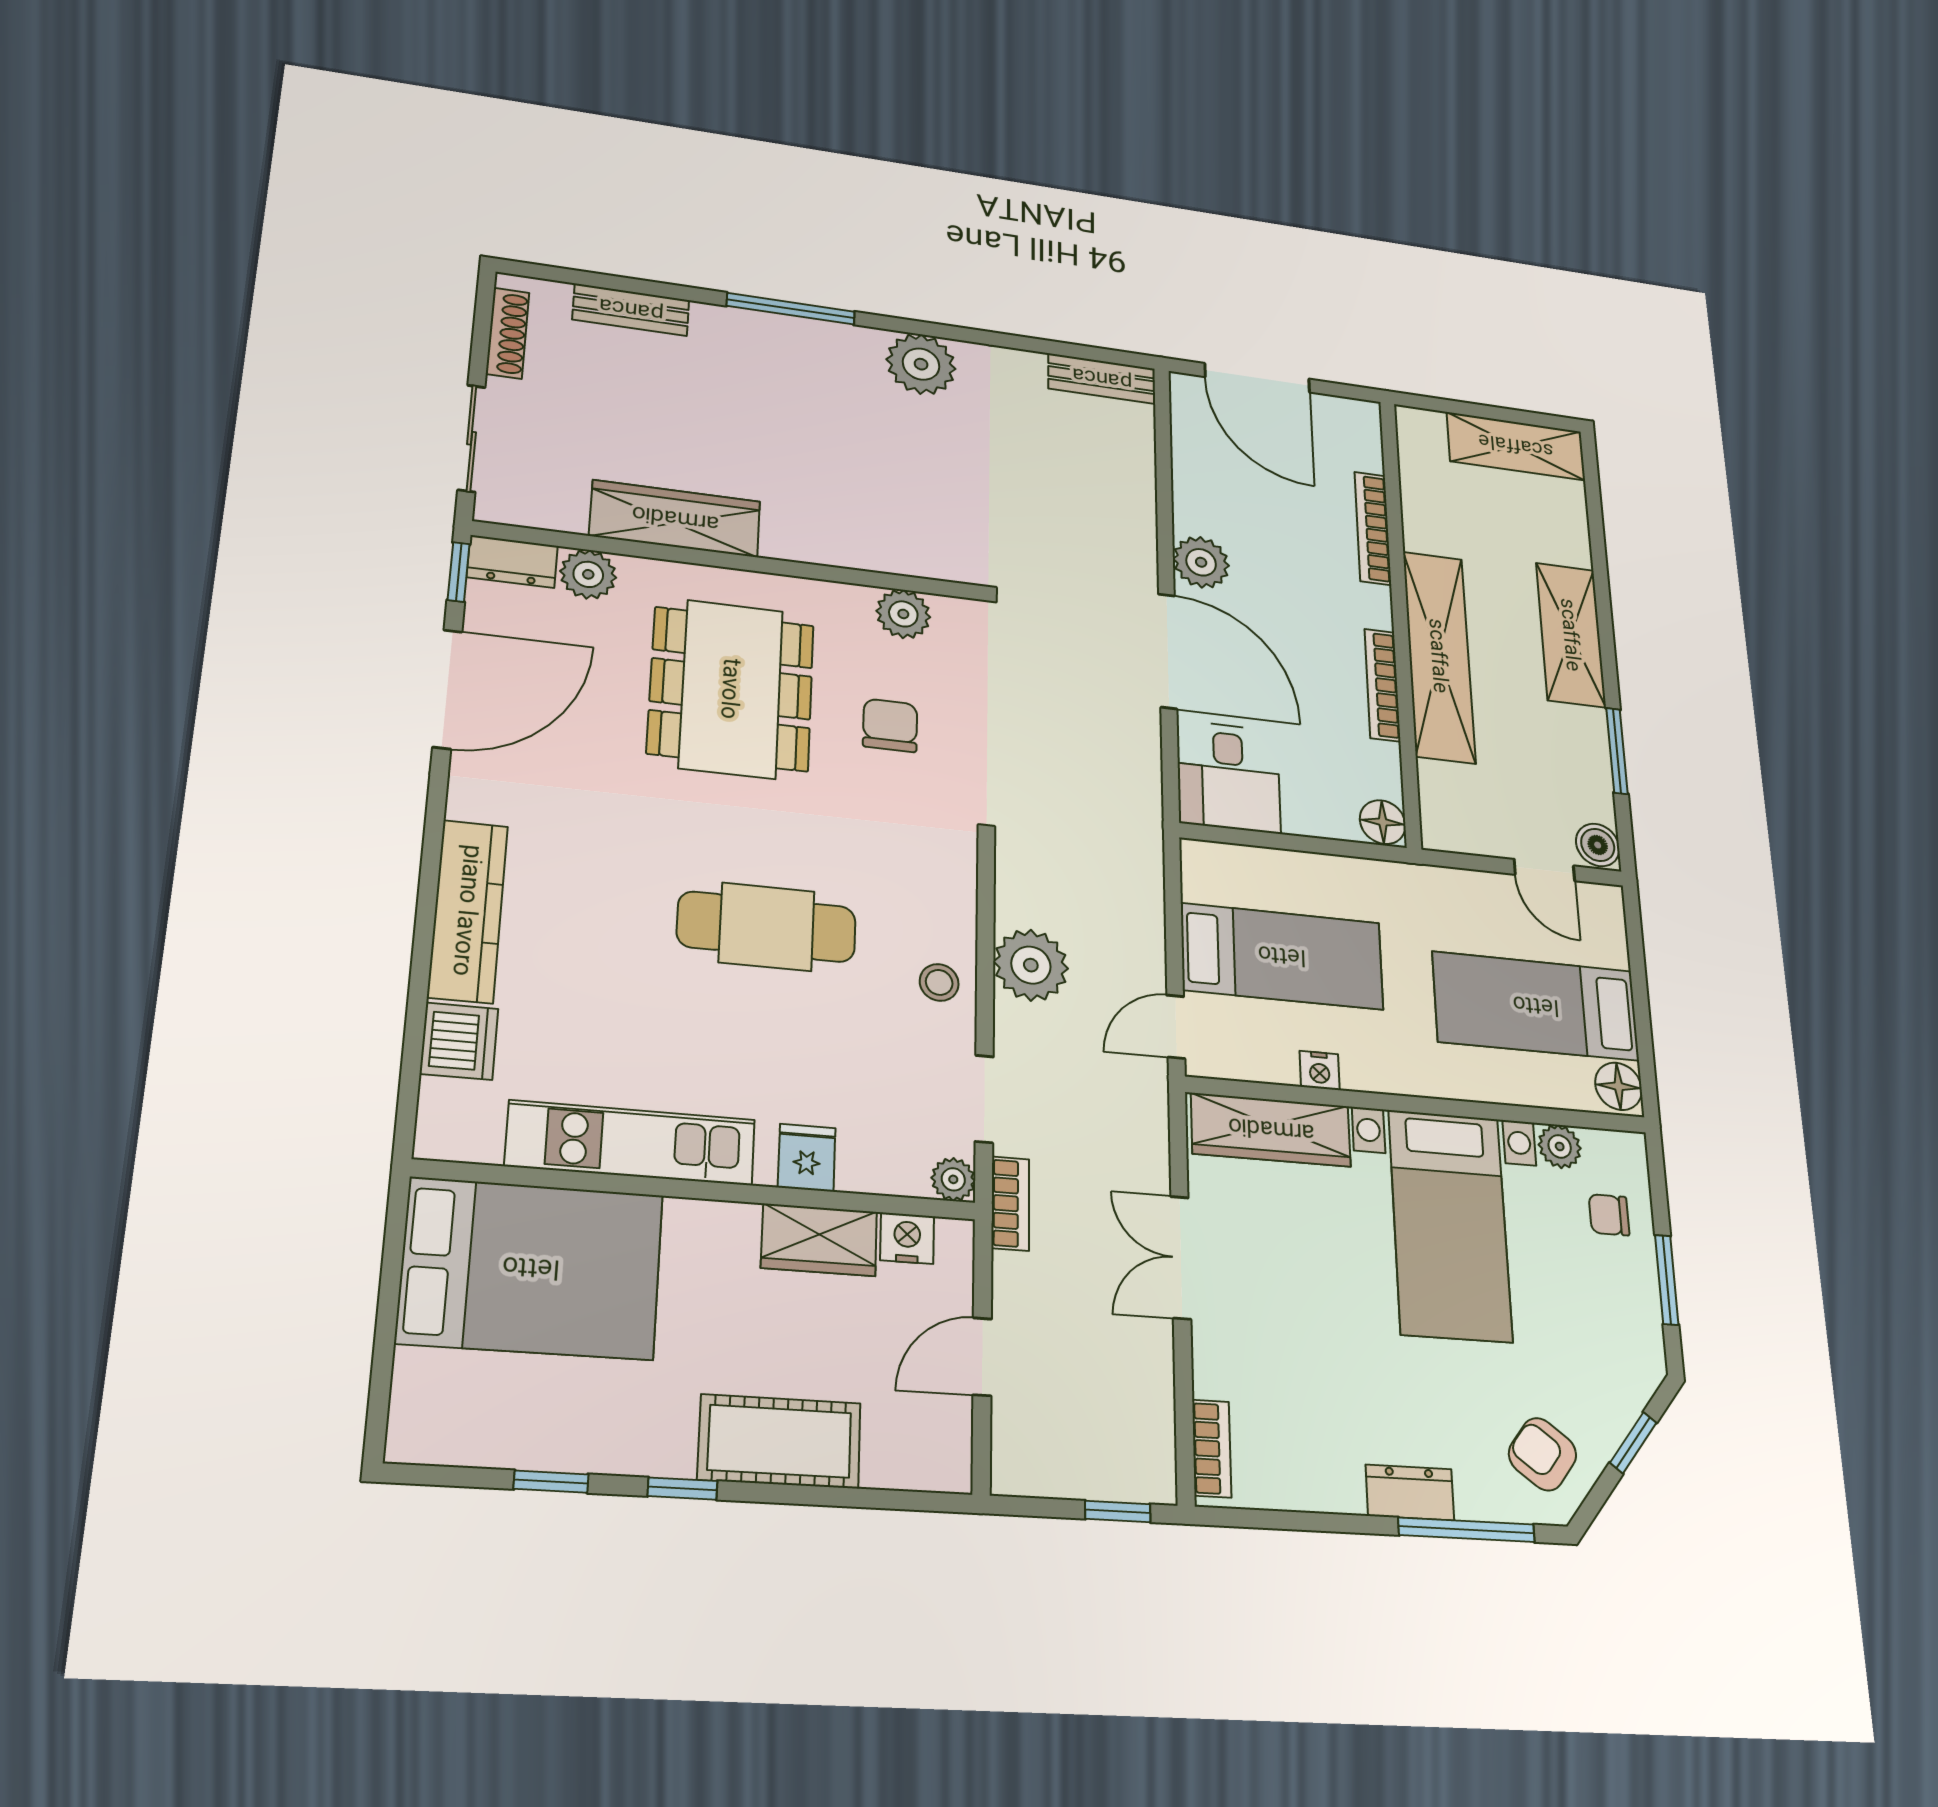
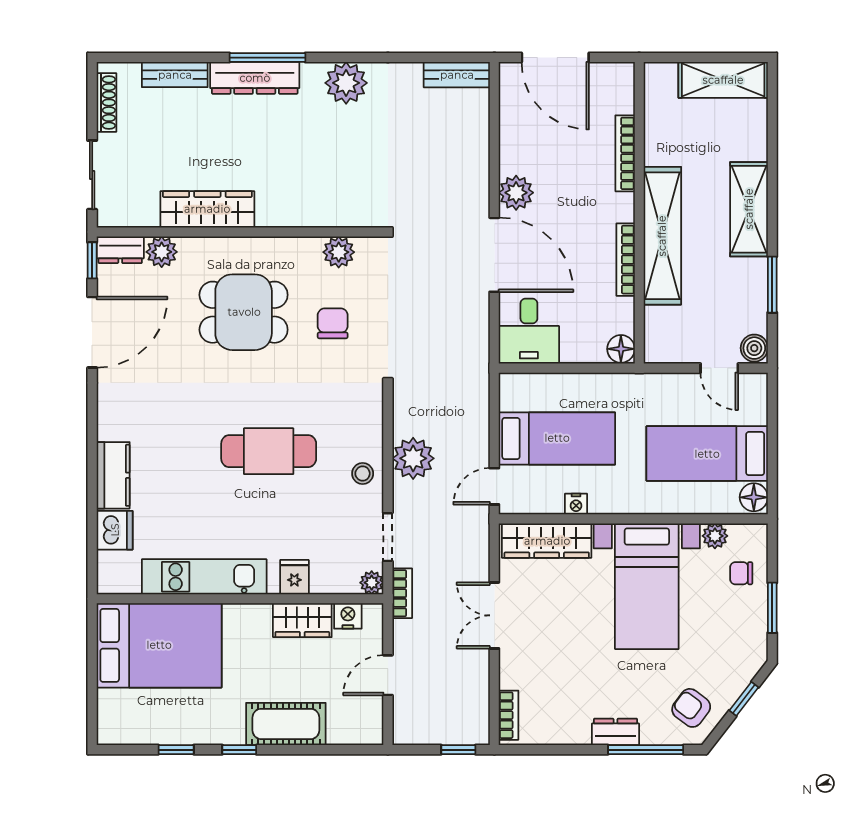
dresser: (768, 335) -> (255, 78), added
dining table: (731, 689) -> (244, 312), width x0.73
kitchen counter: (468, 911) -> (113, 475), width x0.67

